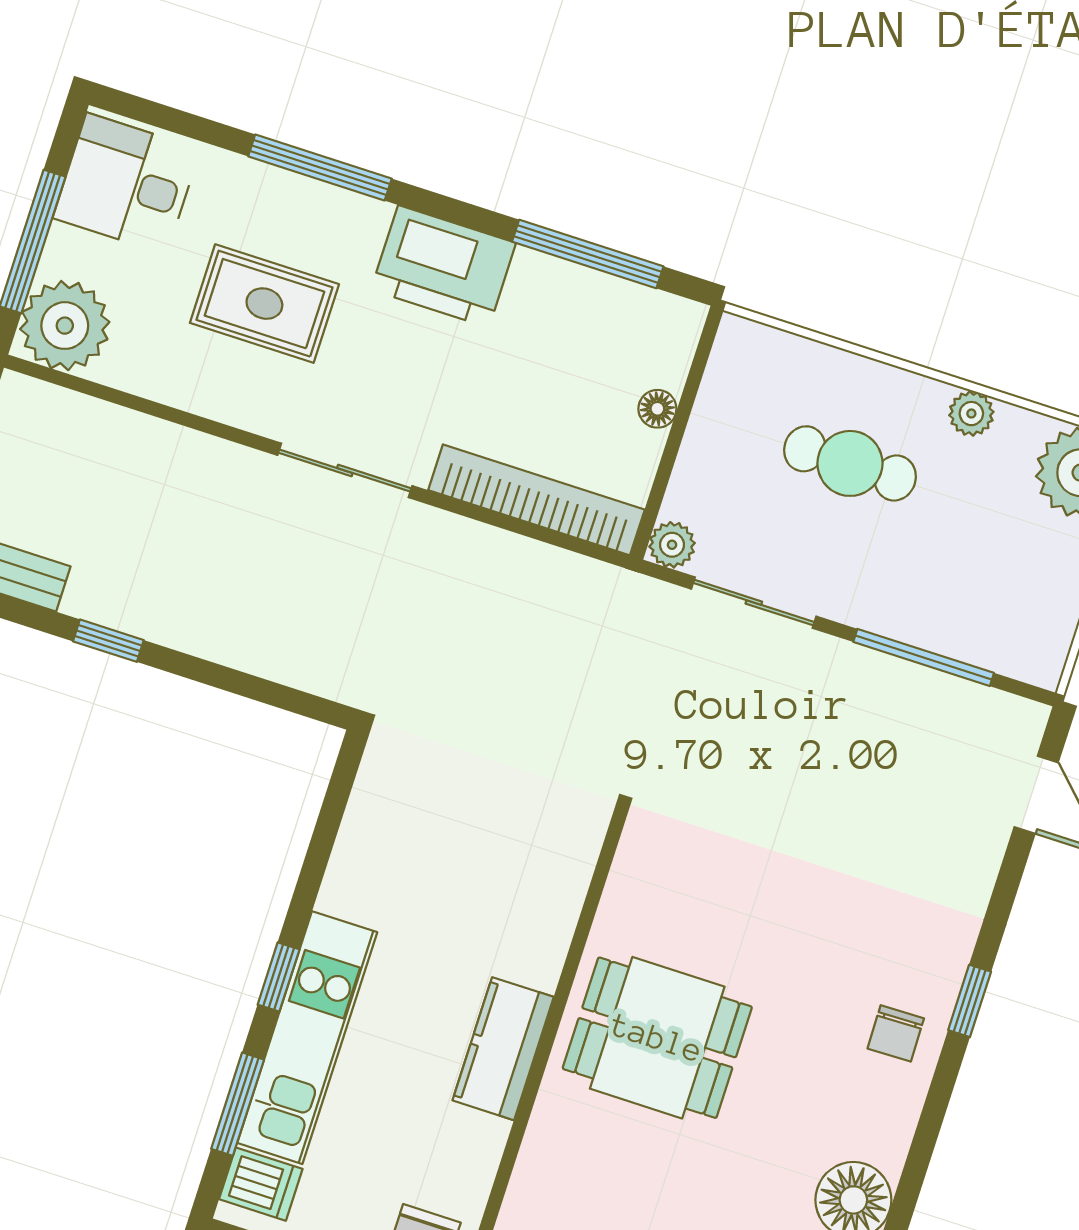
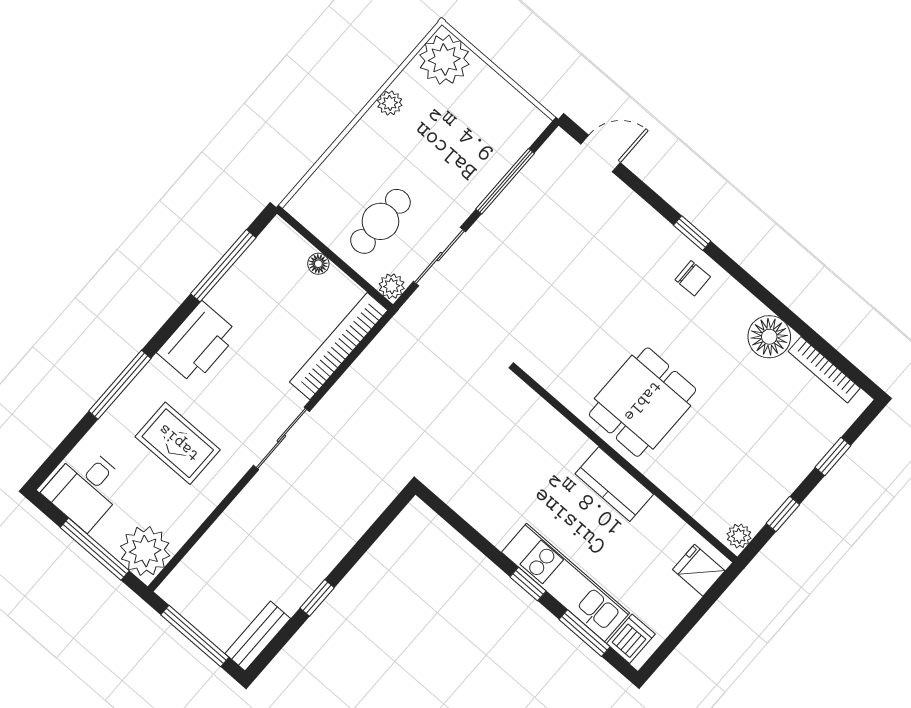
rug: (264, 304) -> (178, 443), turned 90
cafe table: (850, 463) -> (380, 221), moved

